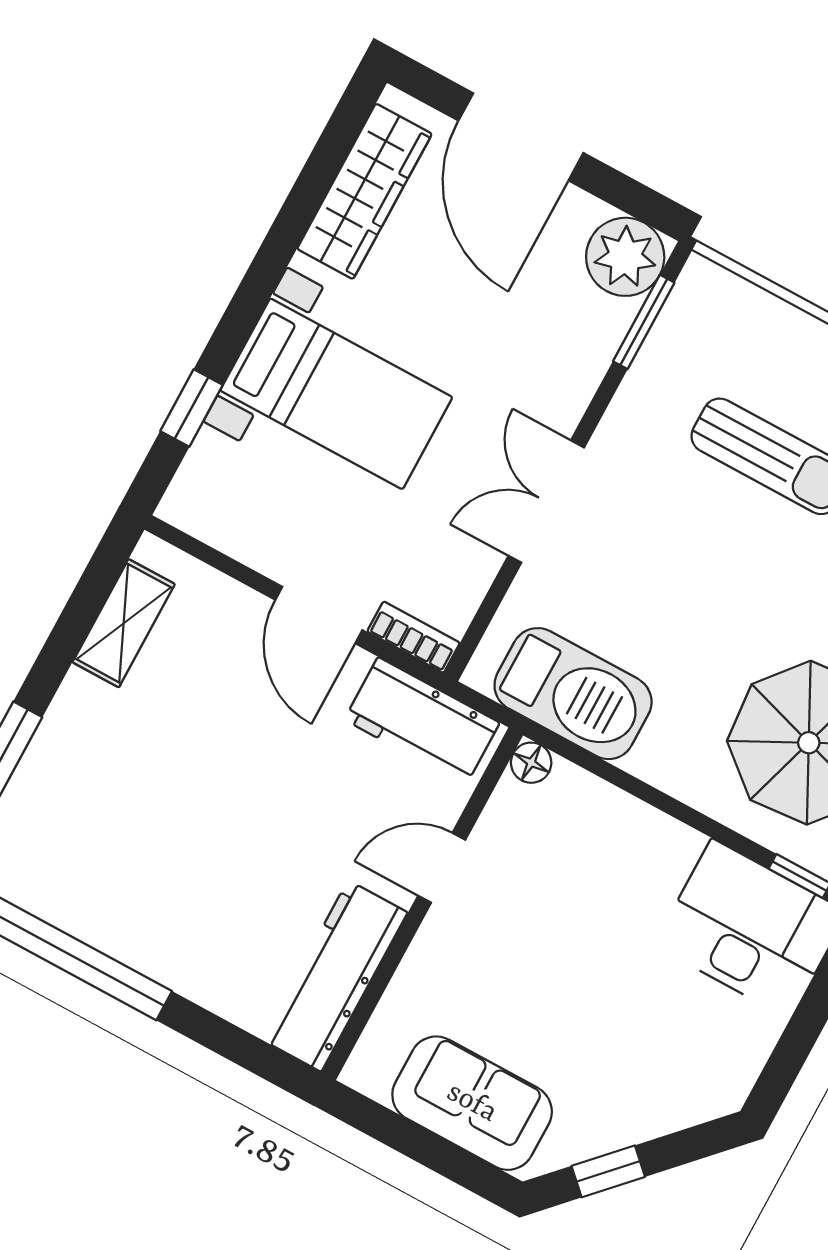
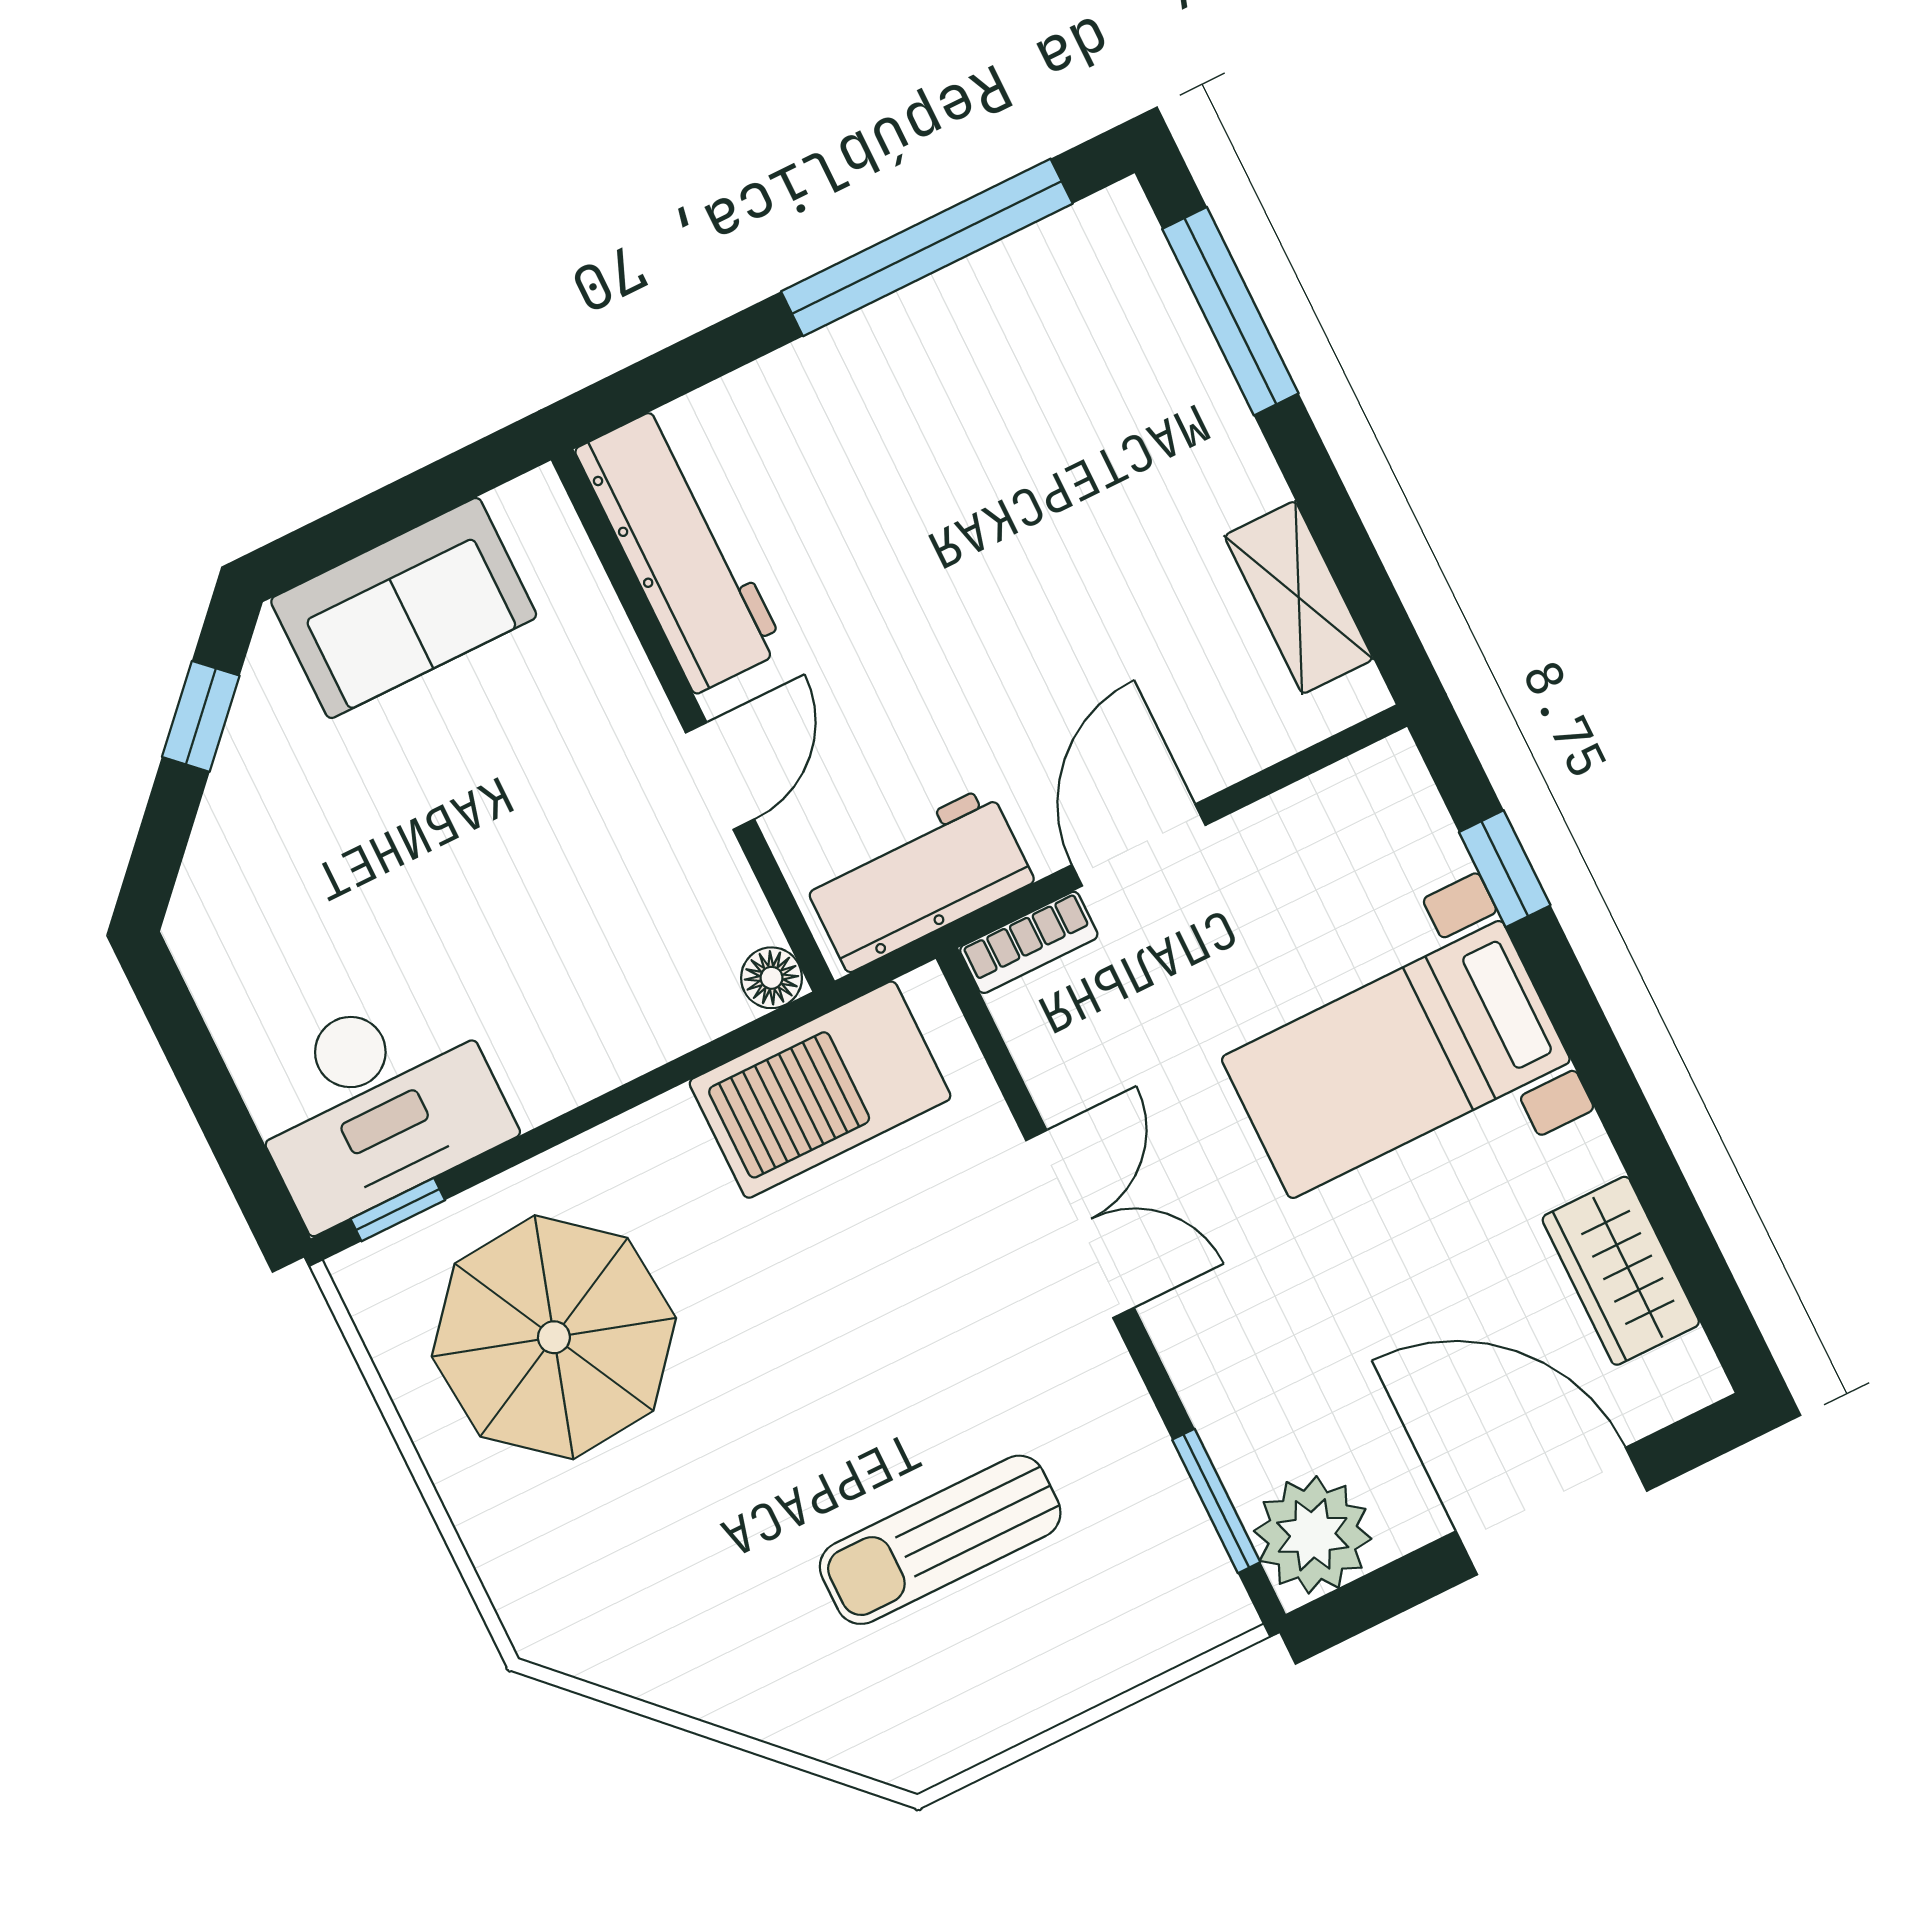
wardrobe: (364, 191) -> (1621, 1271), width x0.67
door: (319, 615) -> (1139, 845), hinge flipped

